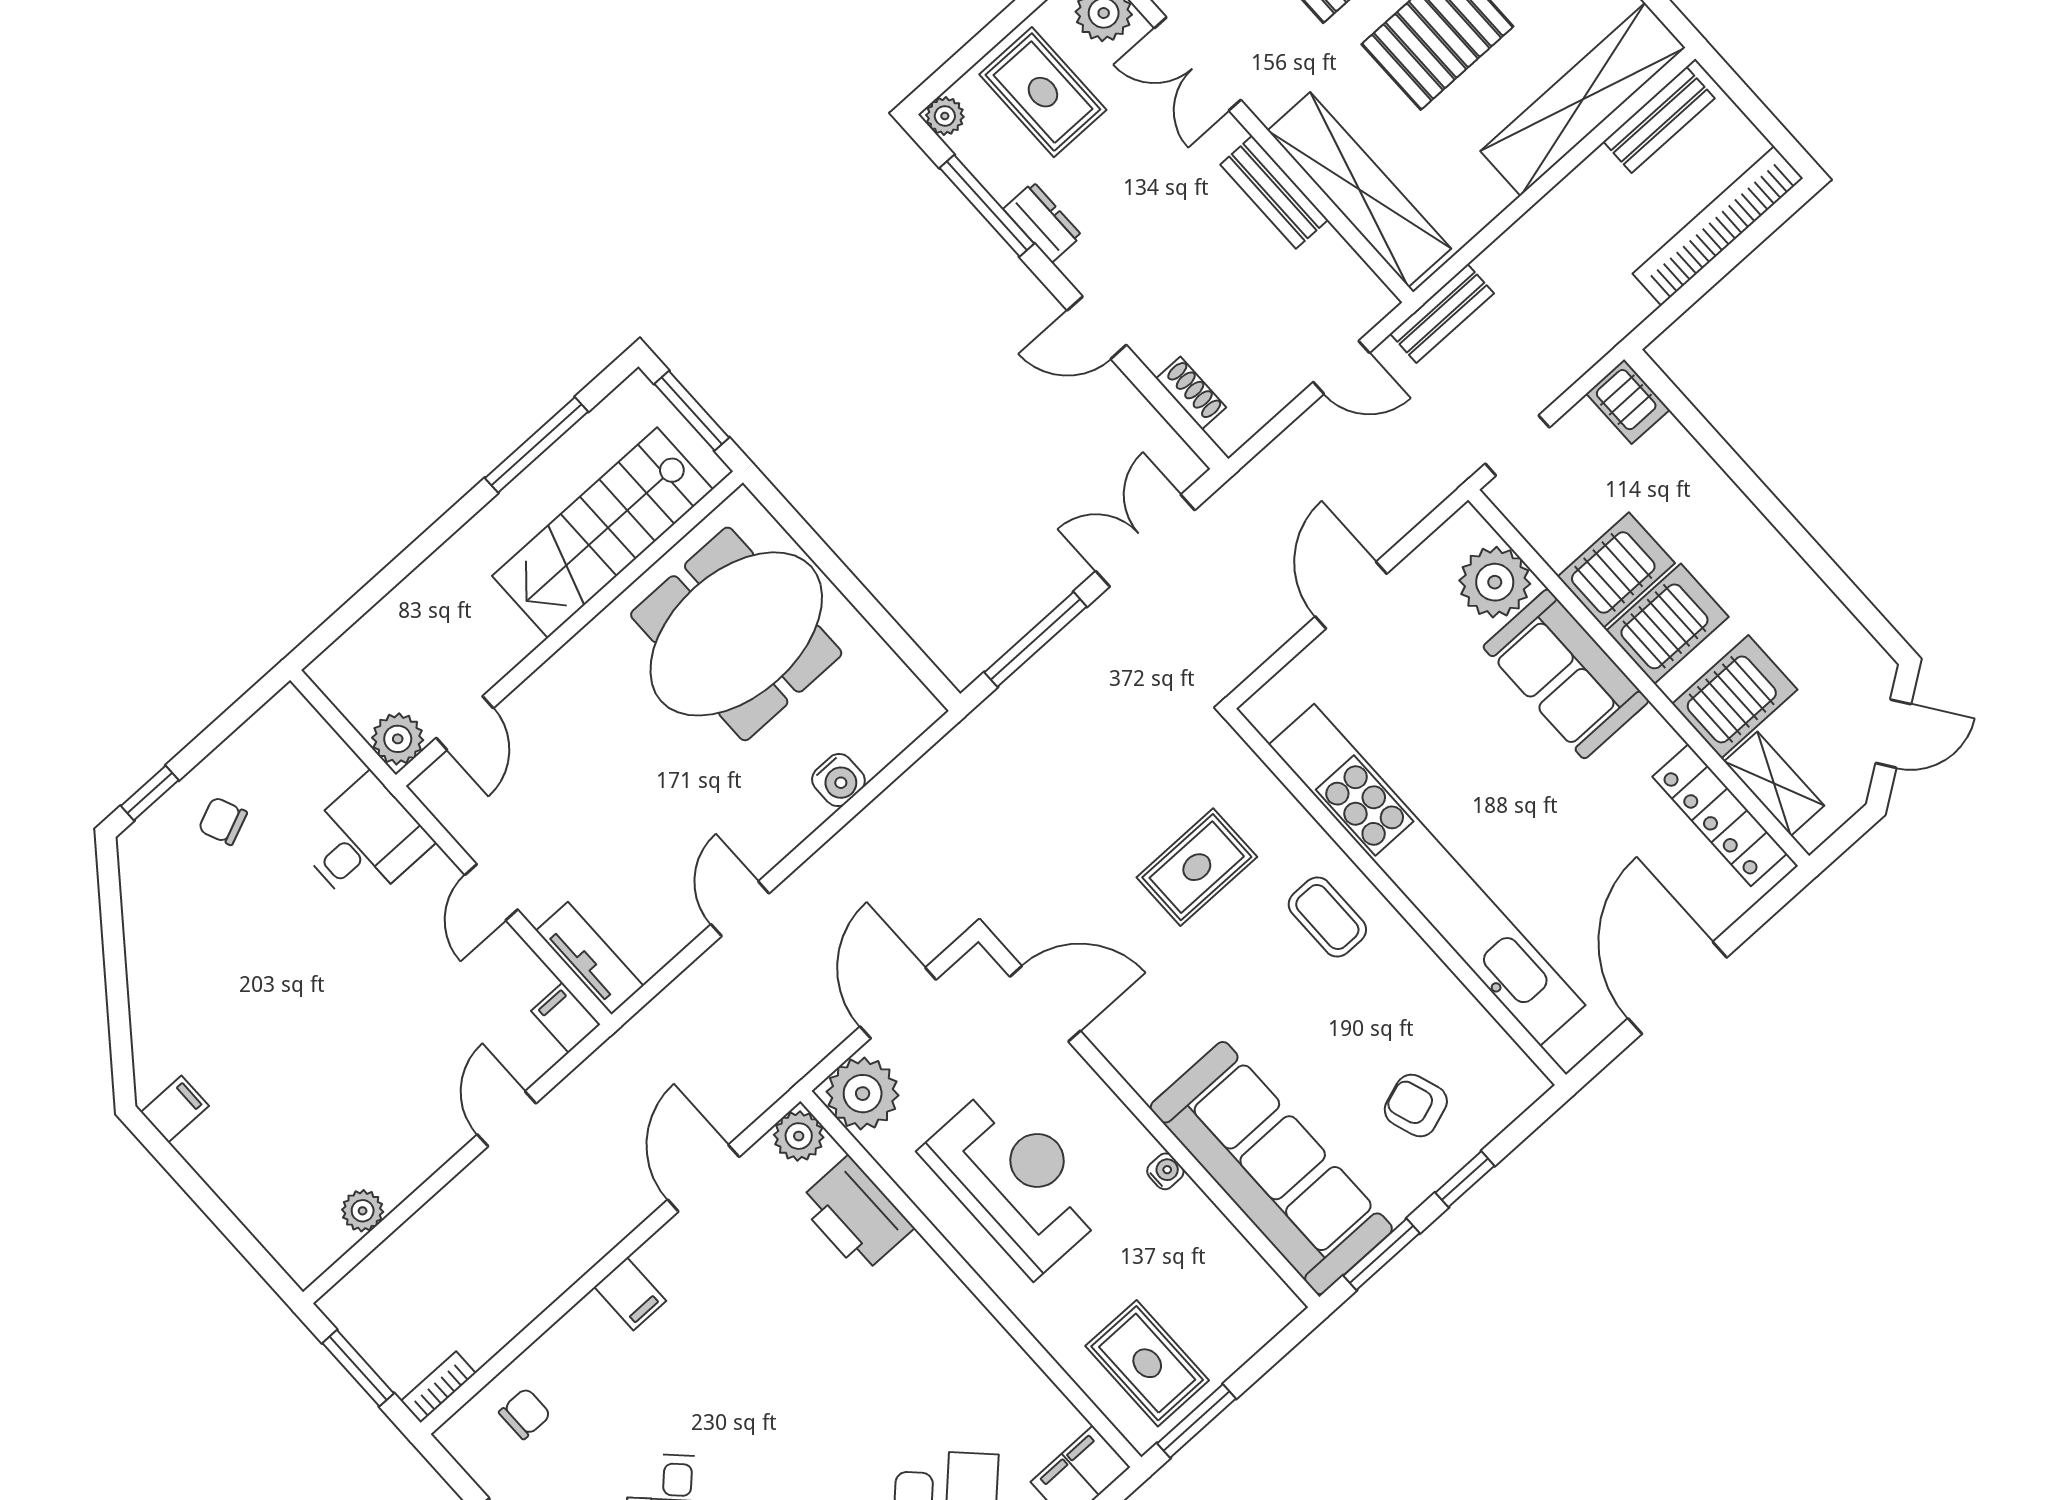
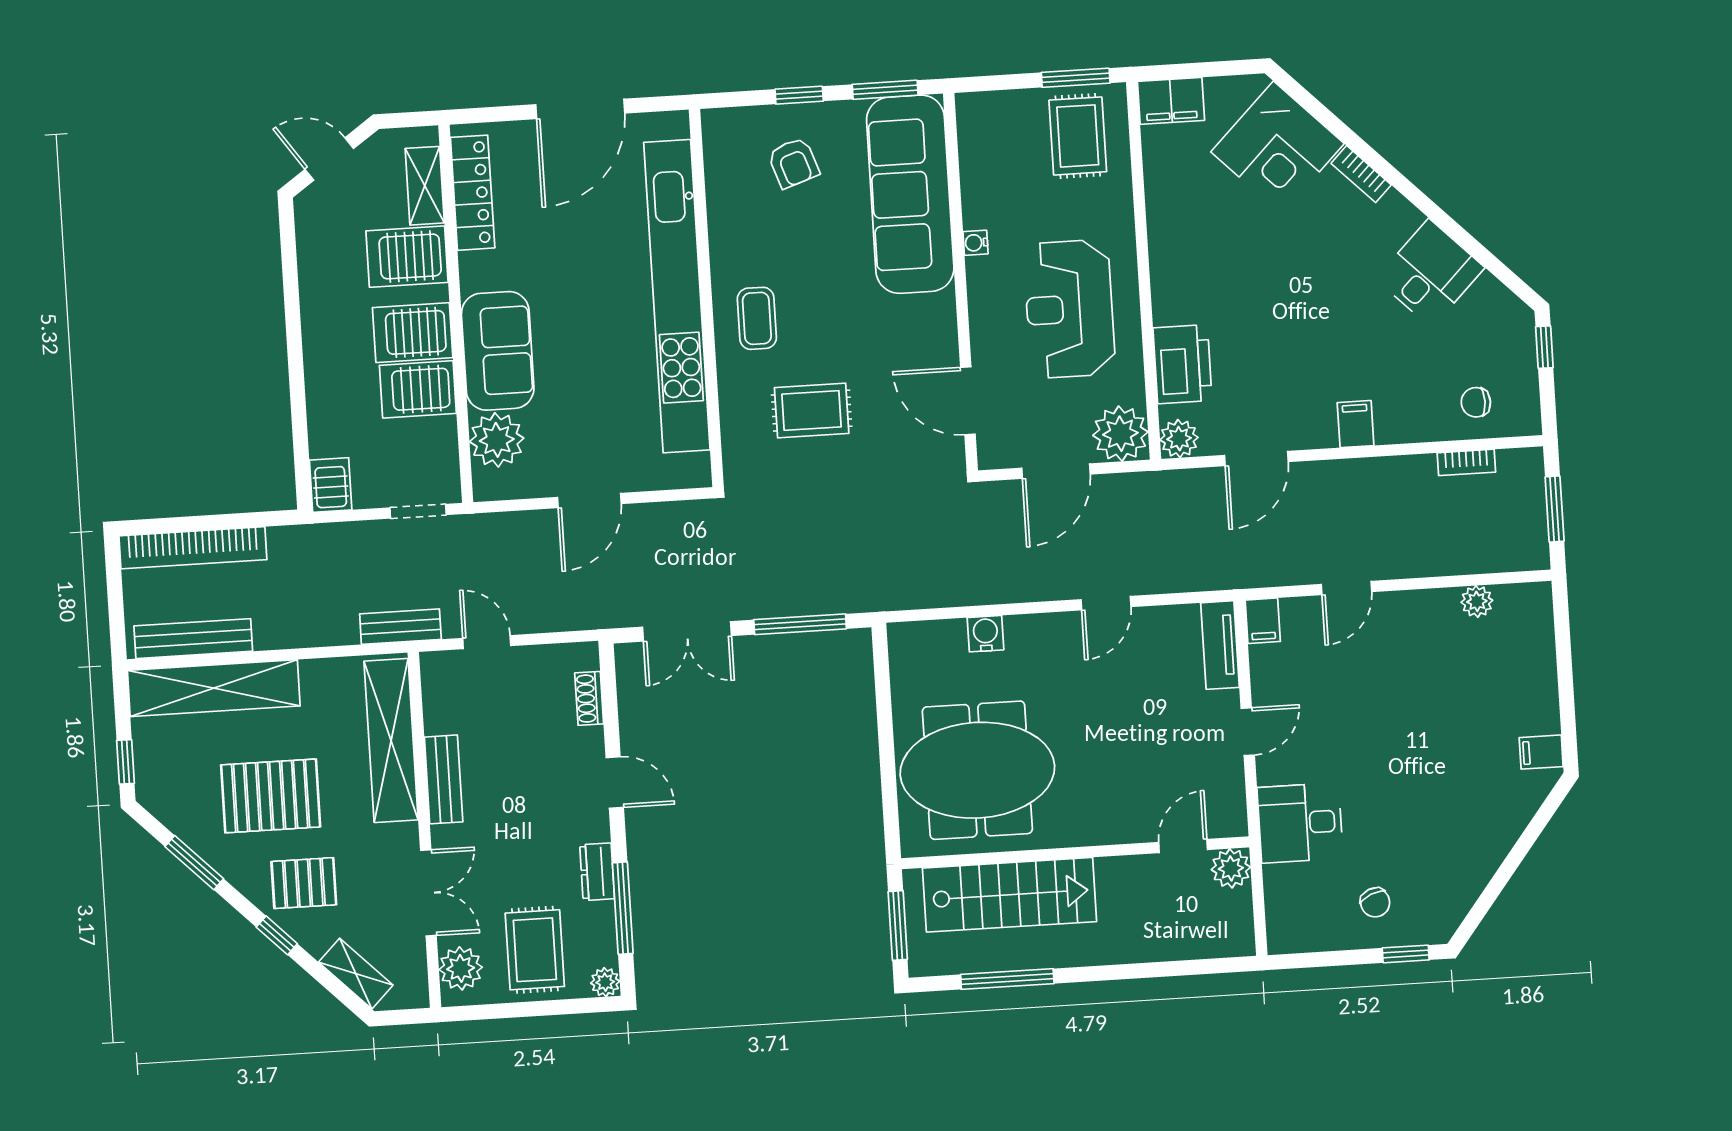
bench: (1659, 120) -> (193, 639), width x1.36
bookcase: (438, 1387) -> (1466, 462), moved

